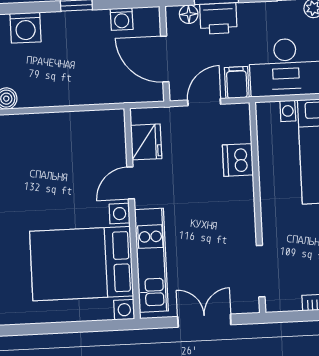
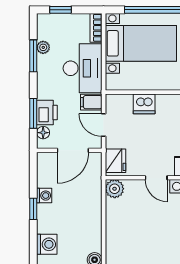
washing machine: (122, 19) -> (44, 196), moved
plant: (112, 123) -> (115, 189), added
fridge: (146, 142) -> (115, 161), moved, turned 90

